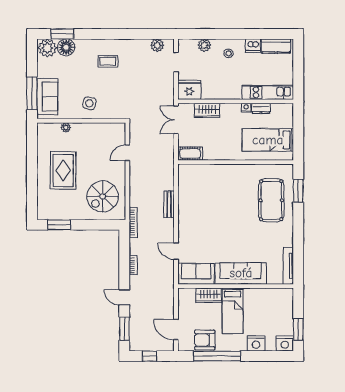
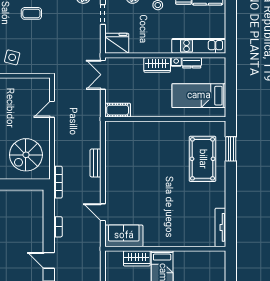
wardrobe: (207, 110) -> (157, 65), moved
sofa: (241, 273) -> (171, 235), removed

